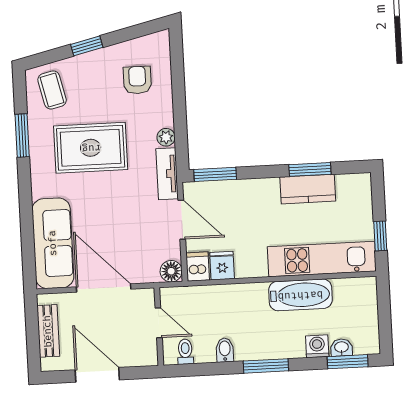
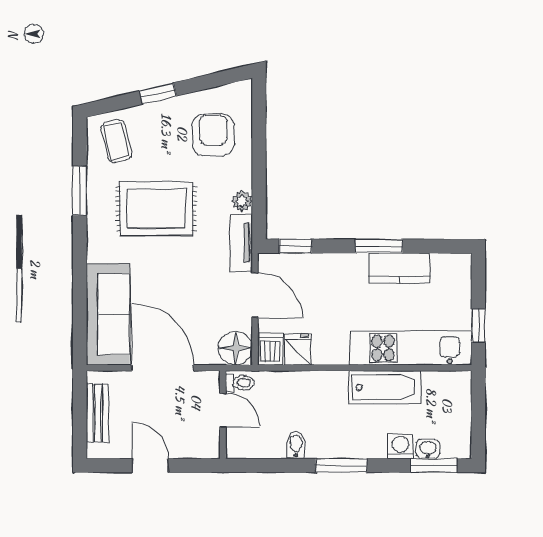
armchair: (137, 80) -> (213, 135), width x1.38, depth x1.38
window: (310, 169) -> (379, 246), moved
window: (215, 174) -> (295, 246), width x0.67
floor lamp: (171, 271) -> (235, 348), width x1.38, depth x1.38
toilet: (185, 352) -> (240, 383), moved, turned 90
door: (97, 375) -> (151, 465), width x0.73

